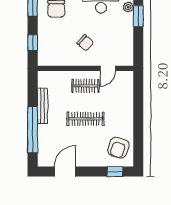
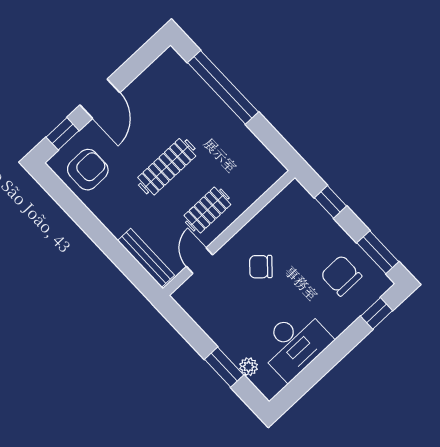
bench: (43, 106) -> (146, 258), moved
armchair: (118, 148) -> (88, 170), turned 72
door: (65, 172) -> (100, 99), moved

